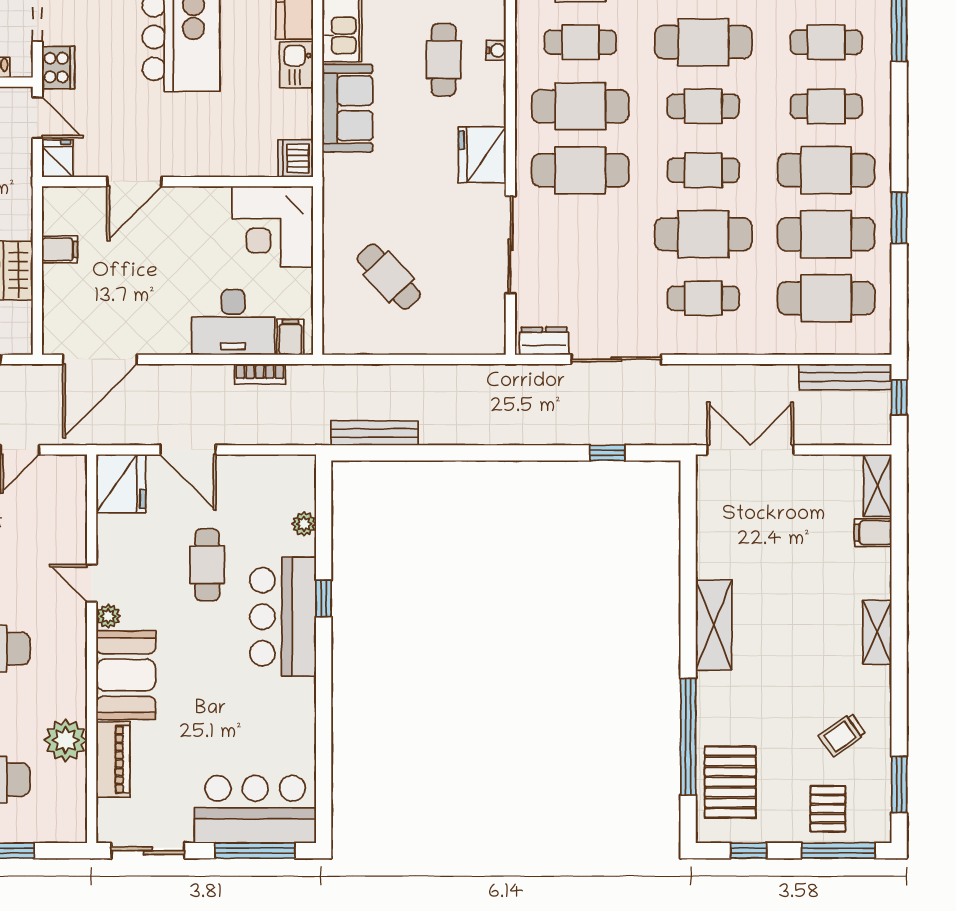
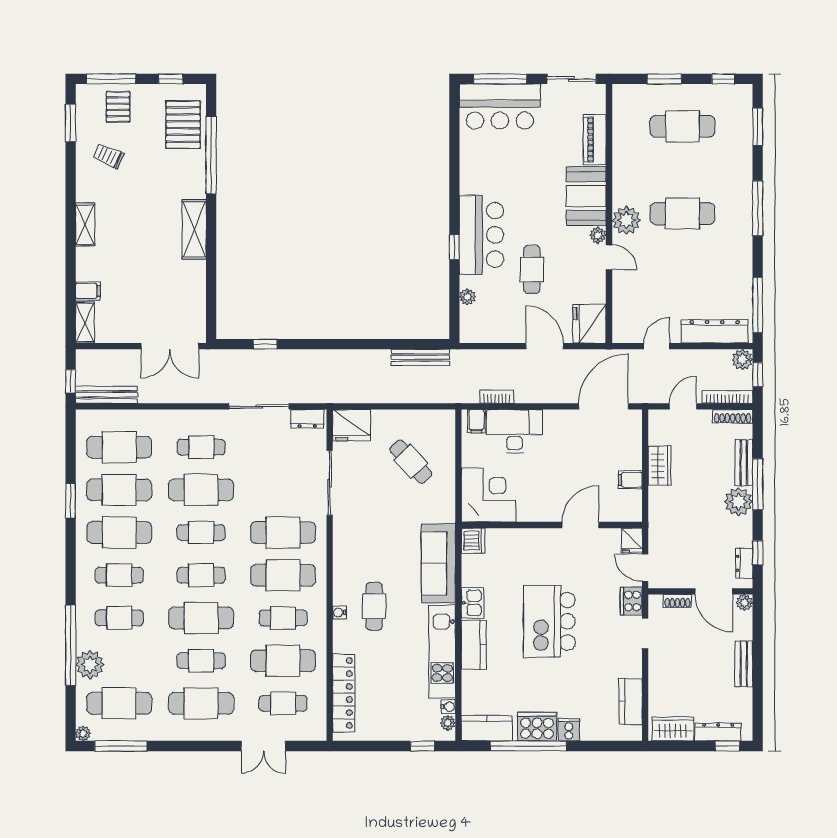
sofa: (347, 108) -> (438, 563), width x1.36
fridge: (482, 155) -> (351, 425), moved, turned 90
trolley: (842, 735) -> (108, 156), turned -121
plant: (66, 740) -> (626, 220), moved

